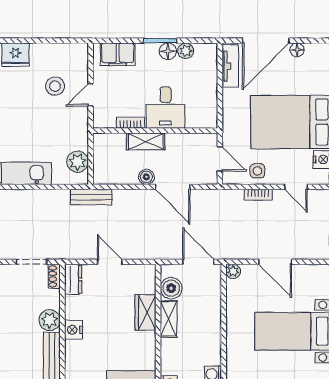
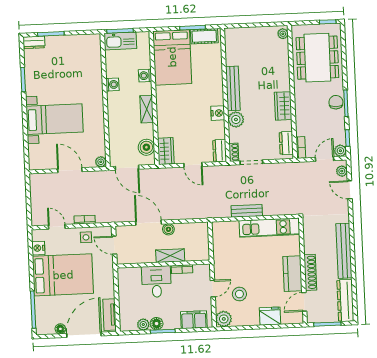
plant: (78, 162) -> (224, 319), moved
bench: (91, 197) -> (247, 211), moved
wardrobe: (145, 312) -> (166, 151), moved
shelving: (169, 319) -> (147, 109), moved

